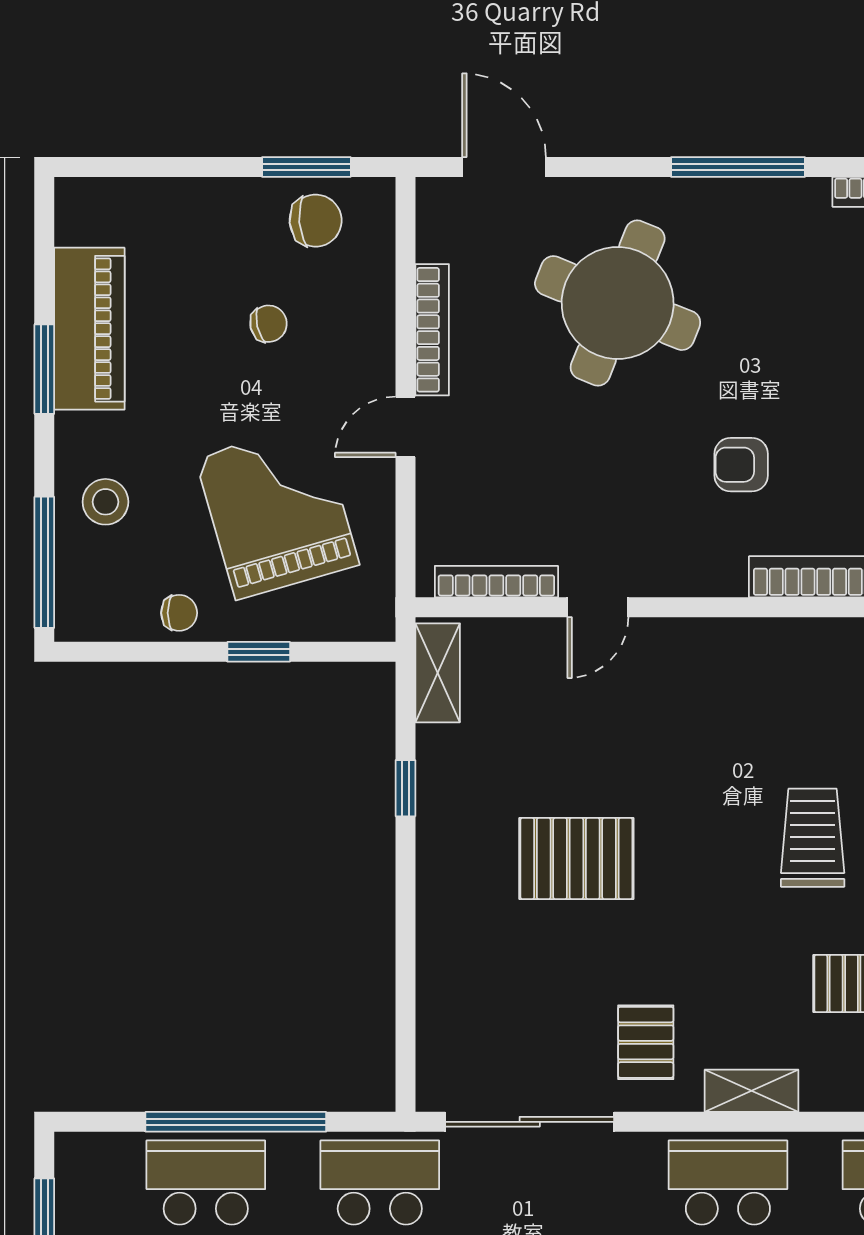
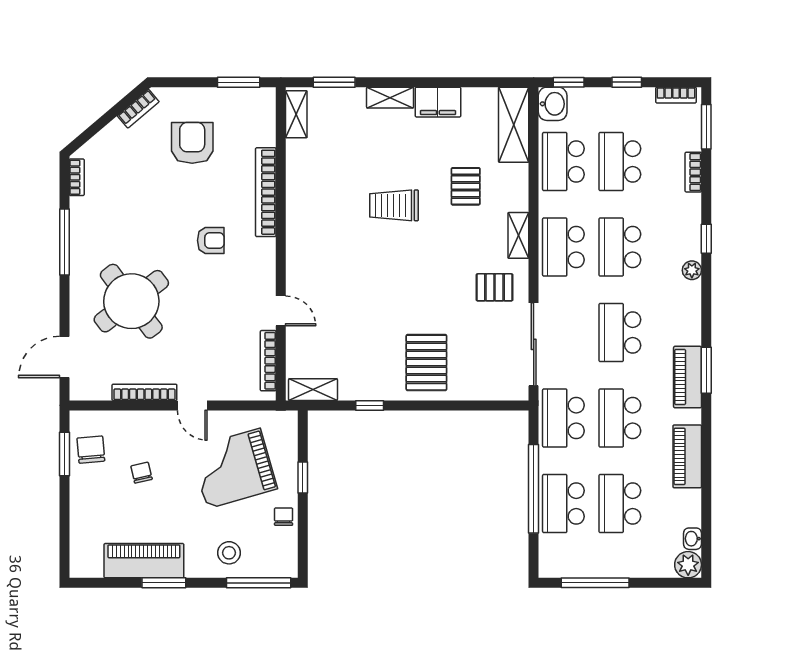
round table: (618, 303) -> (131, 301), turned 31
armchair: (741, 465) -> (211, 240), turned -90
pallet: (576, 859) -> (426, 363), moved

